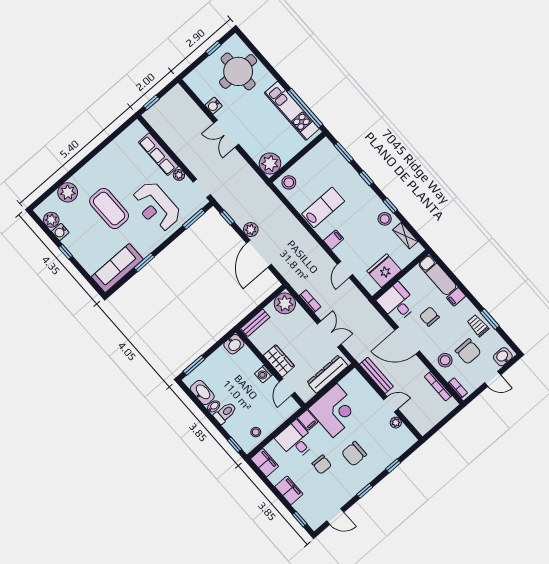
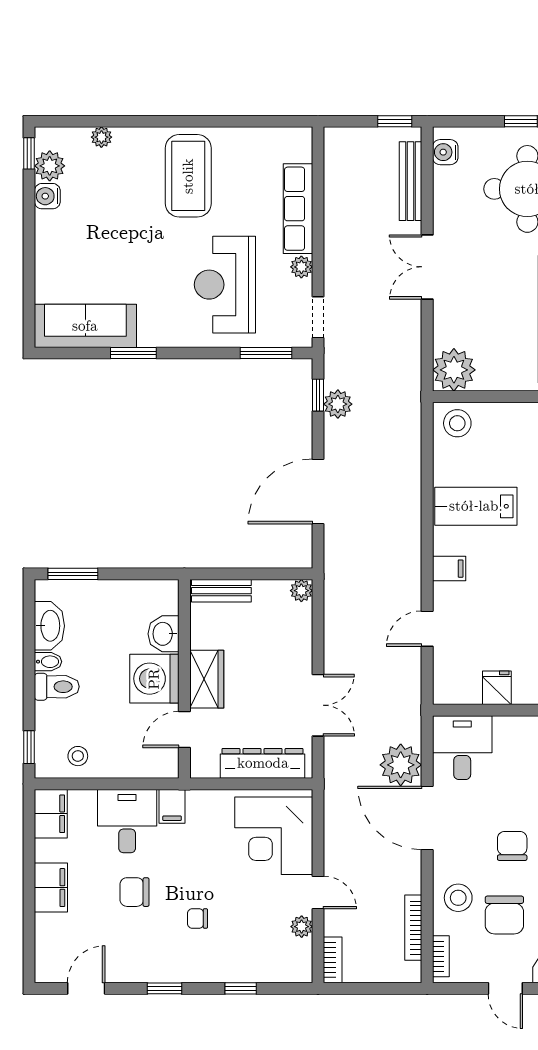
window: (151, 103) -> (395, 121), moved
water cooler: (214, 106) -> (445, 152), moved
plant: (68, 192) -> (101, 137), width x0.53, depth x0.53
lab bench: (323, 207) -> (476, 506), turned 180
coffee table: (109, 209) -> (188, 176), moved
plant: (251, 230) -> (338, 404), moved
window: (66, 252) -> (29, 153), moved
fridge: (384, 271) -> (497, 688), width x0.53, depth x0.75
bookcase: (310, 301) -> (333, 960), moved
plant: (285, 303) -> (301, 591), width x0.53, depth x0.53
chair: (429, 316) -> (512, 846), moved
plant: (380, 329) -> (401, 765), added
washbasin: (234, 344) -> (164, 634), moved, turned 90
washing machine: (263, 374) -> (154, 679), width x1.89, depth x1.89
bench: (376, 375) -> (411, 181), moved
corner desk: (335, 410) -> (274, 836), moved, turned 90
chair: (354, 454) -> (197, 918), width x0.54, depth x0.54
chair: (322, 465) -> (134, 892), turned 87
door: (335, 517) -> (86, 988), swing flipped
window: (300, 519) -> (29, 945), removed

